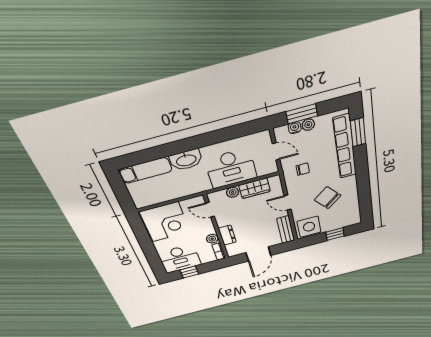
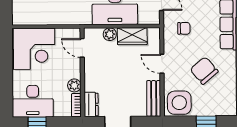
dresser: (227, 235) -> (91, 104), moved

